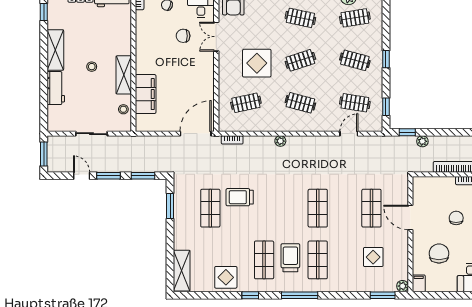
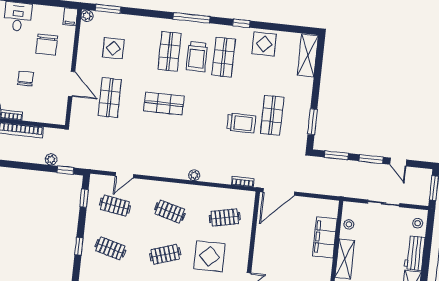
stool: (92, 67) -> (418, 223), moved
shop shelf: (318, 208) -> (164, 103), turned 90
chair: (456, 218) -> (26, 78), turned 180

